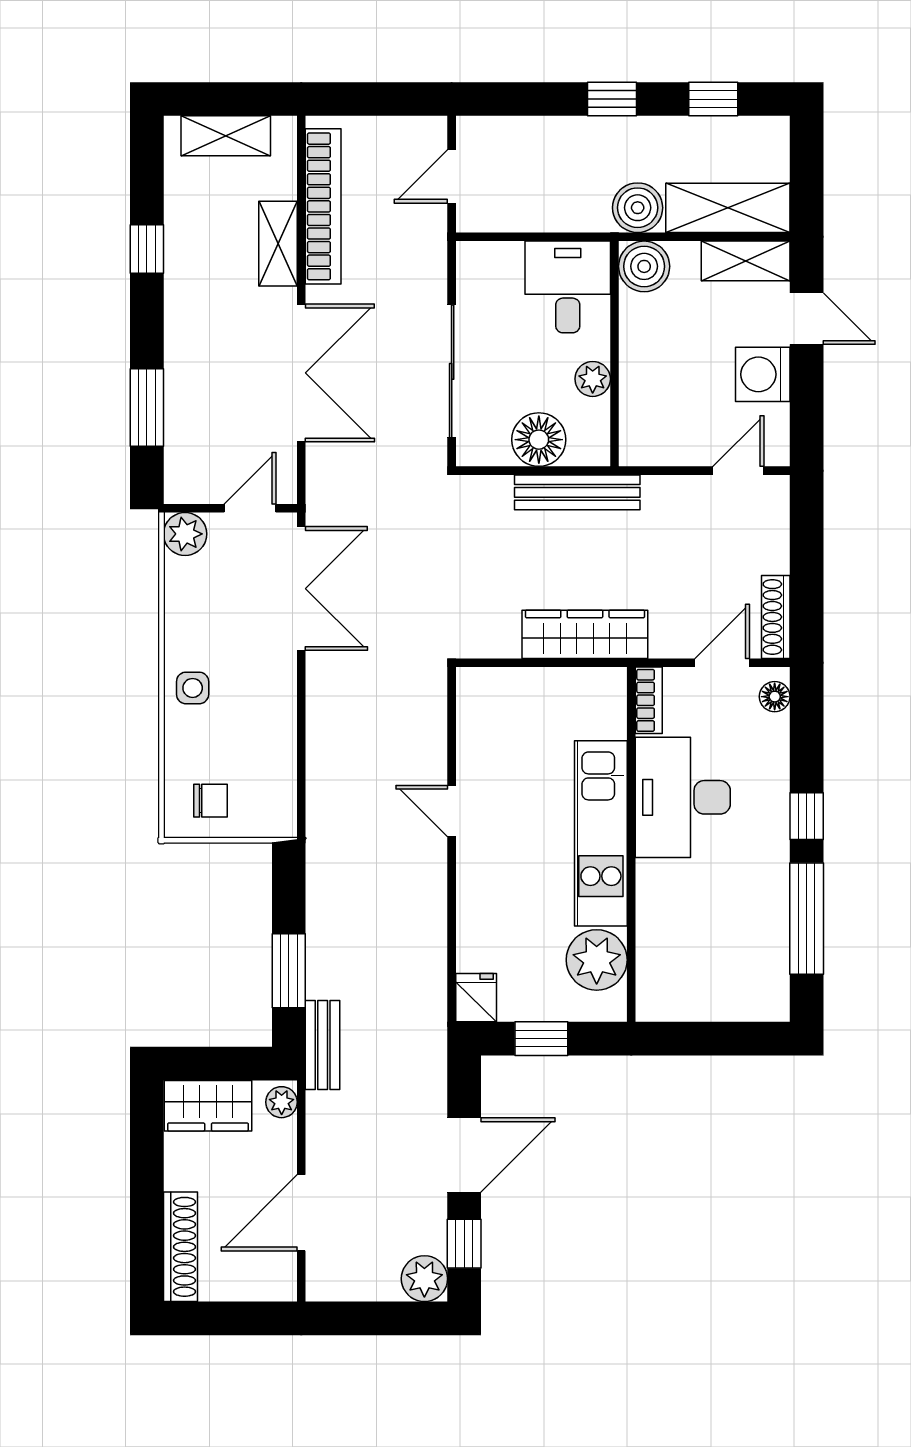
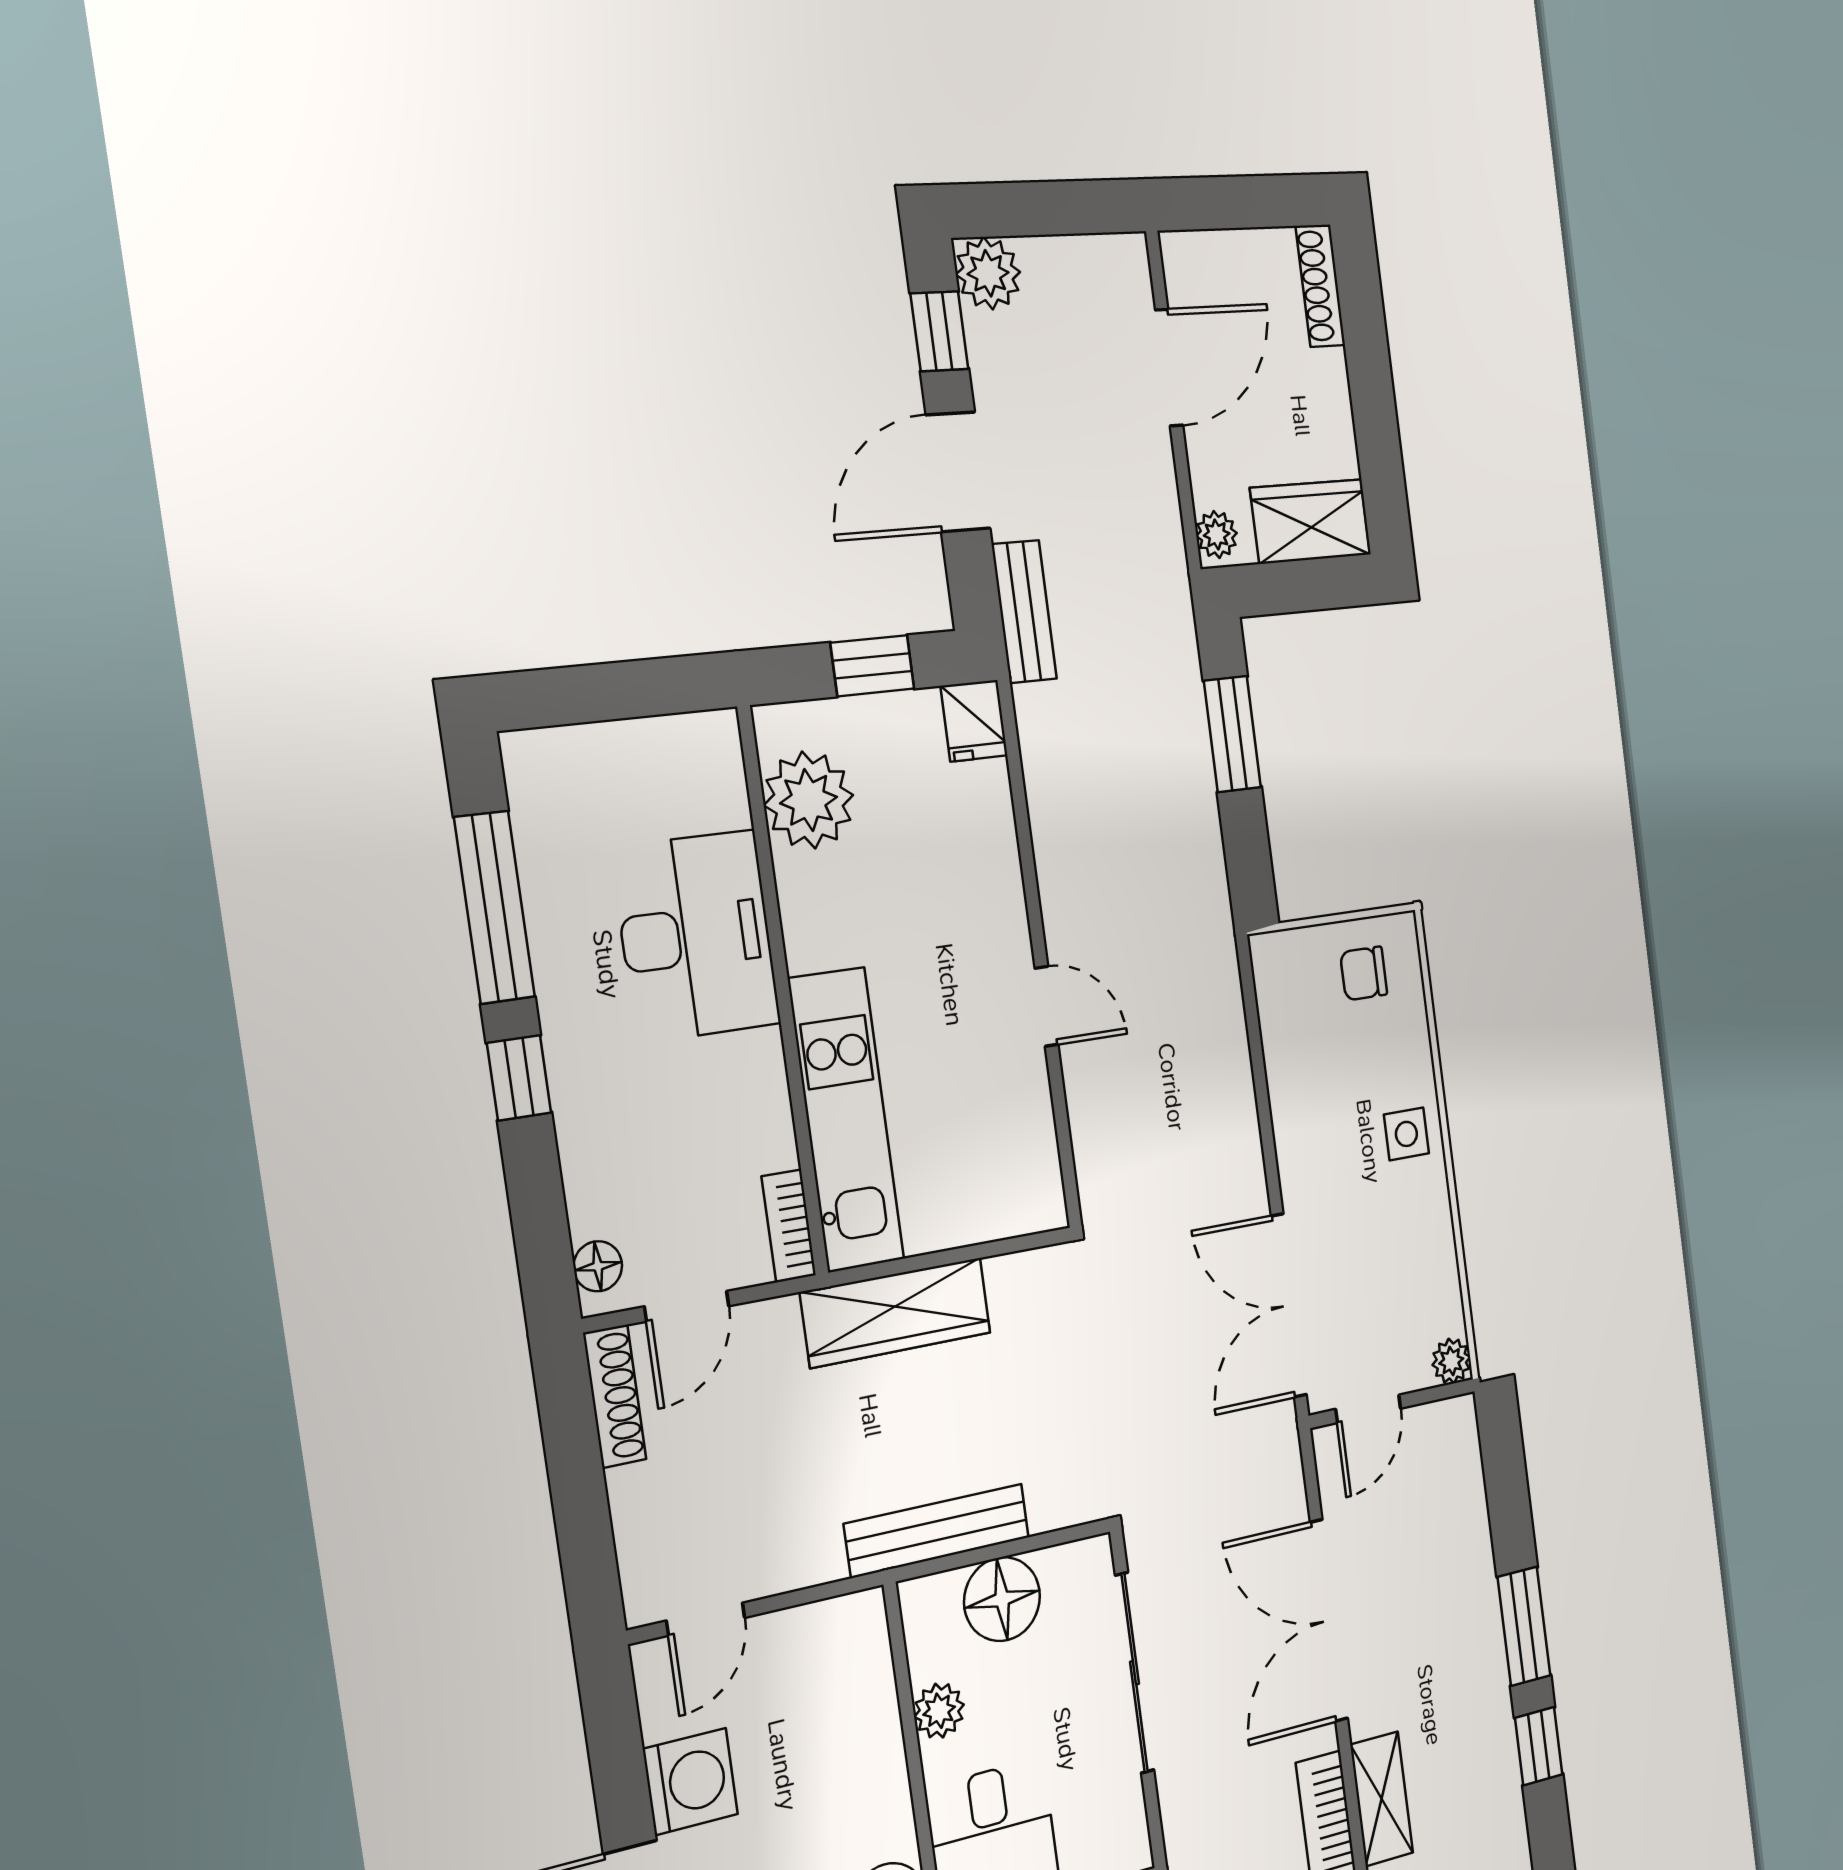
window: (147, 407) -> (1524, 1626), moved
plant: (185, 534) -> (1451, 1361), width x0.73, depth x0.73
desk: (683, 797) -> (696, 936), moved
kitchen unit: (601, 833) -> (846, 1120), moved
bench: (323, 1045) -> (1024, 612), moved
shoe rack: (180, 1247) -> (1320, 286), width x0.74, depth x0.81

